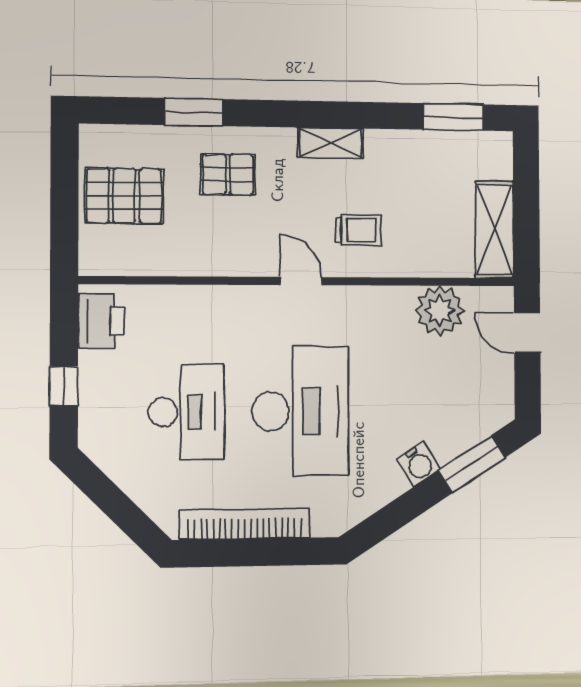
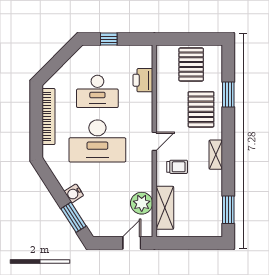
pallet: (228, 175) -> (201, 109), width x1.50, depth x1.42
trolley: (358, 230) -> (177, 167), turned -90
shelving: (495, 230) -> (165, 208), moved, turned 90
printer: (101, 321) -> (143, 80), moved, turned 90

